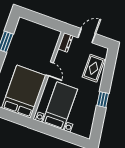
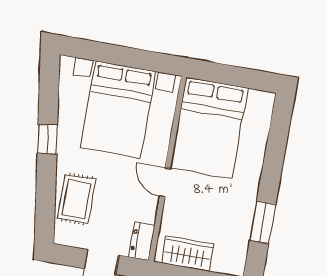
wardrobe: (44, 33) -> (187, 253), added
bed with nightstands: (60, 106) -> (118, 110), width x1.36

